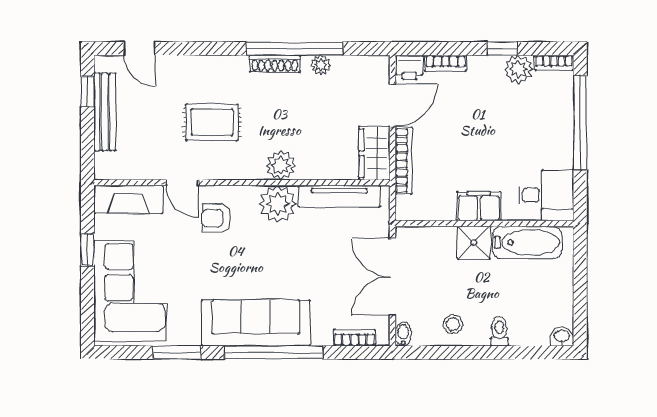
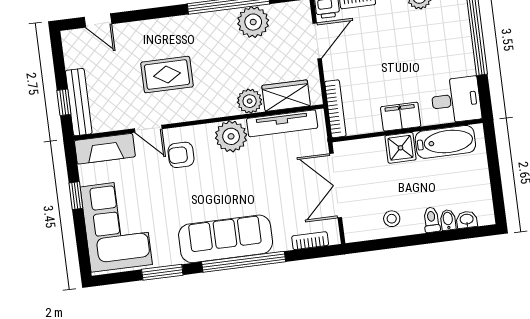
shoe rack: (275, 64) -> (213, 19), removed
plant: (321, 65) -> (253, 22), width x1.87, depth x1.87
window: (87, 92) -> (64, 102), moved
bench: (105, 112) -> (79, 102), moved
wardrobe: (374, 153) -> (286, 96), moved, turned 90
bookcase: (404, 160) -> (335, 109), moved
plant: (281, 165) -> (250, 101), moved
bidet: (403, 334) -> (448, 220), moved
washbasin: (562, 337) -> (467, 220), moved

